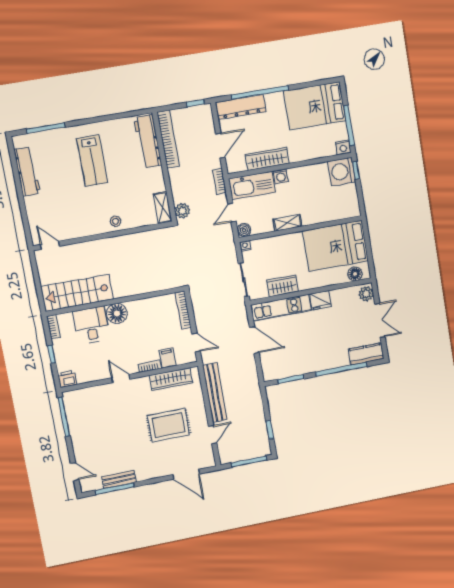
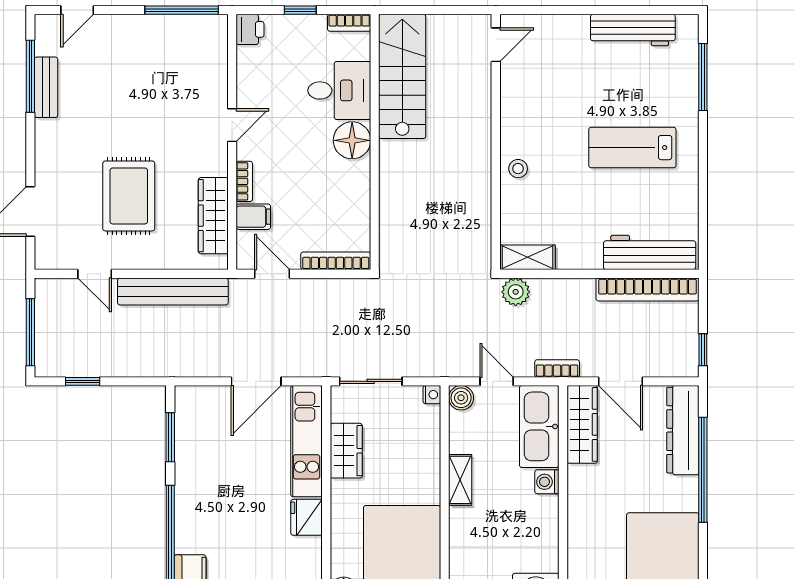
wardrobe: (267, 159) -> (582, 424), moved
door: (196, 342) -> (272, 274), swing flipped

